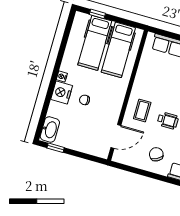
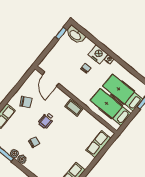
coffee table: (142, 111) -> (74, 108), moved

